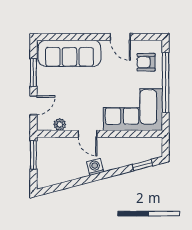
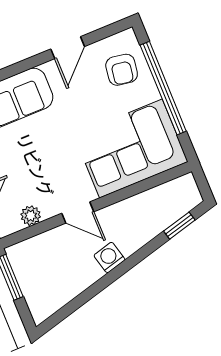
door: (120, 37) -> (68, 48), hinge flipped
armchair: (146, 62) -> (122, 70), turned -81

